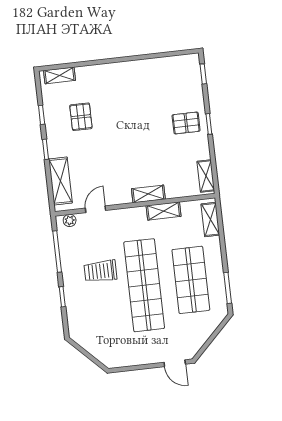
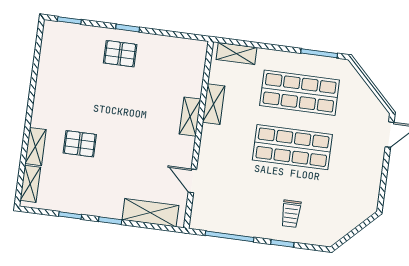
pallet: (81, 117) -> (80, 144), moved
pallet: (186, 123) -> (120, 54), turned 90
shelving: (206, 176) -> (35, 147), moved, turned 90
plant: (70, 220) -> (198, 213), removed
trolley: (100, 271) -> (291, 214), moved, width x0.73, depth x0.72
shop shelf: (144, 285) -> (292, 147), width x0.71

